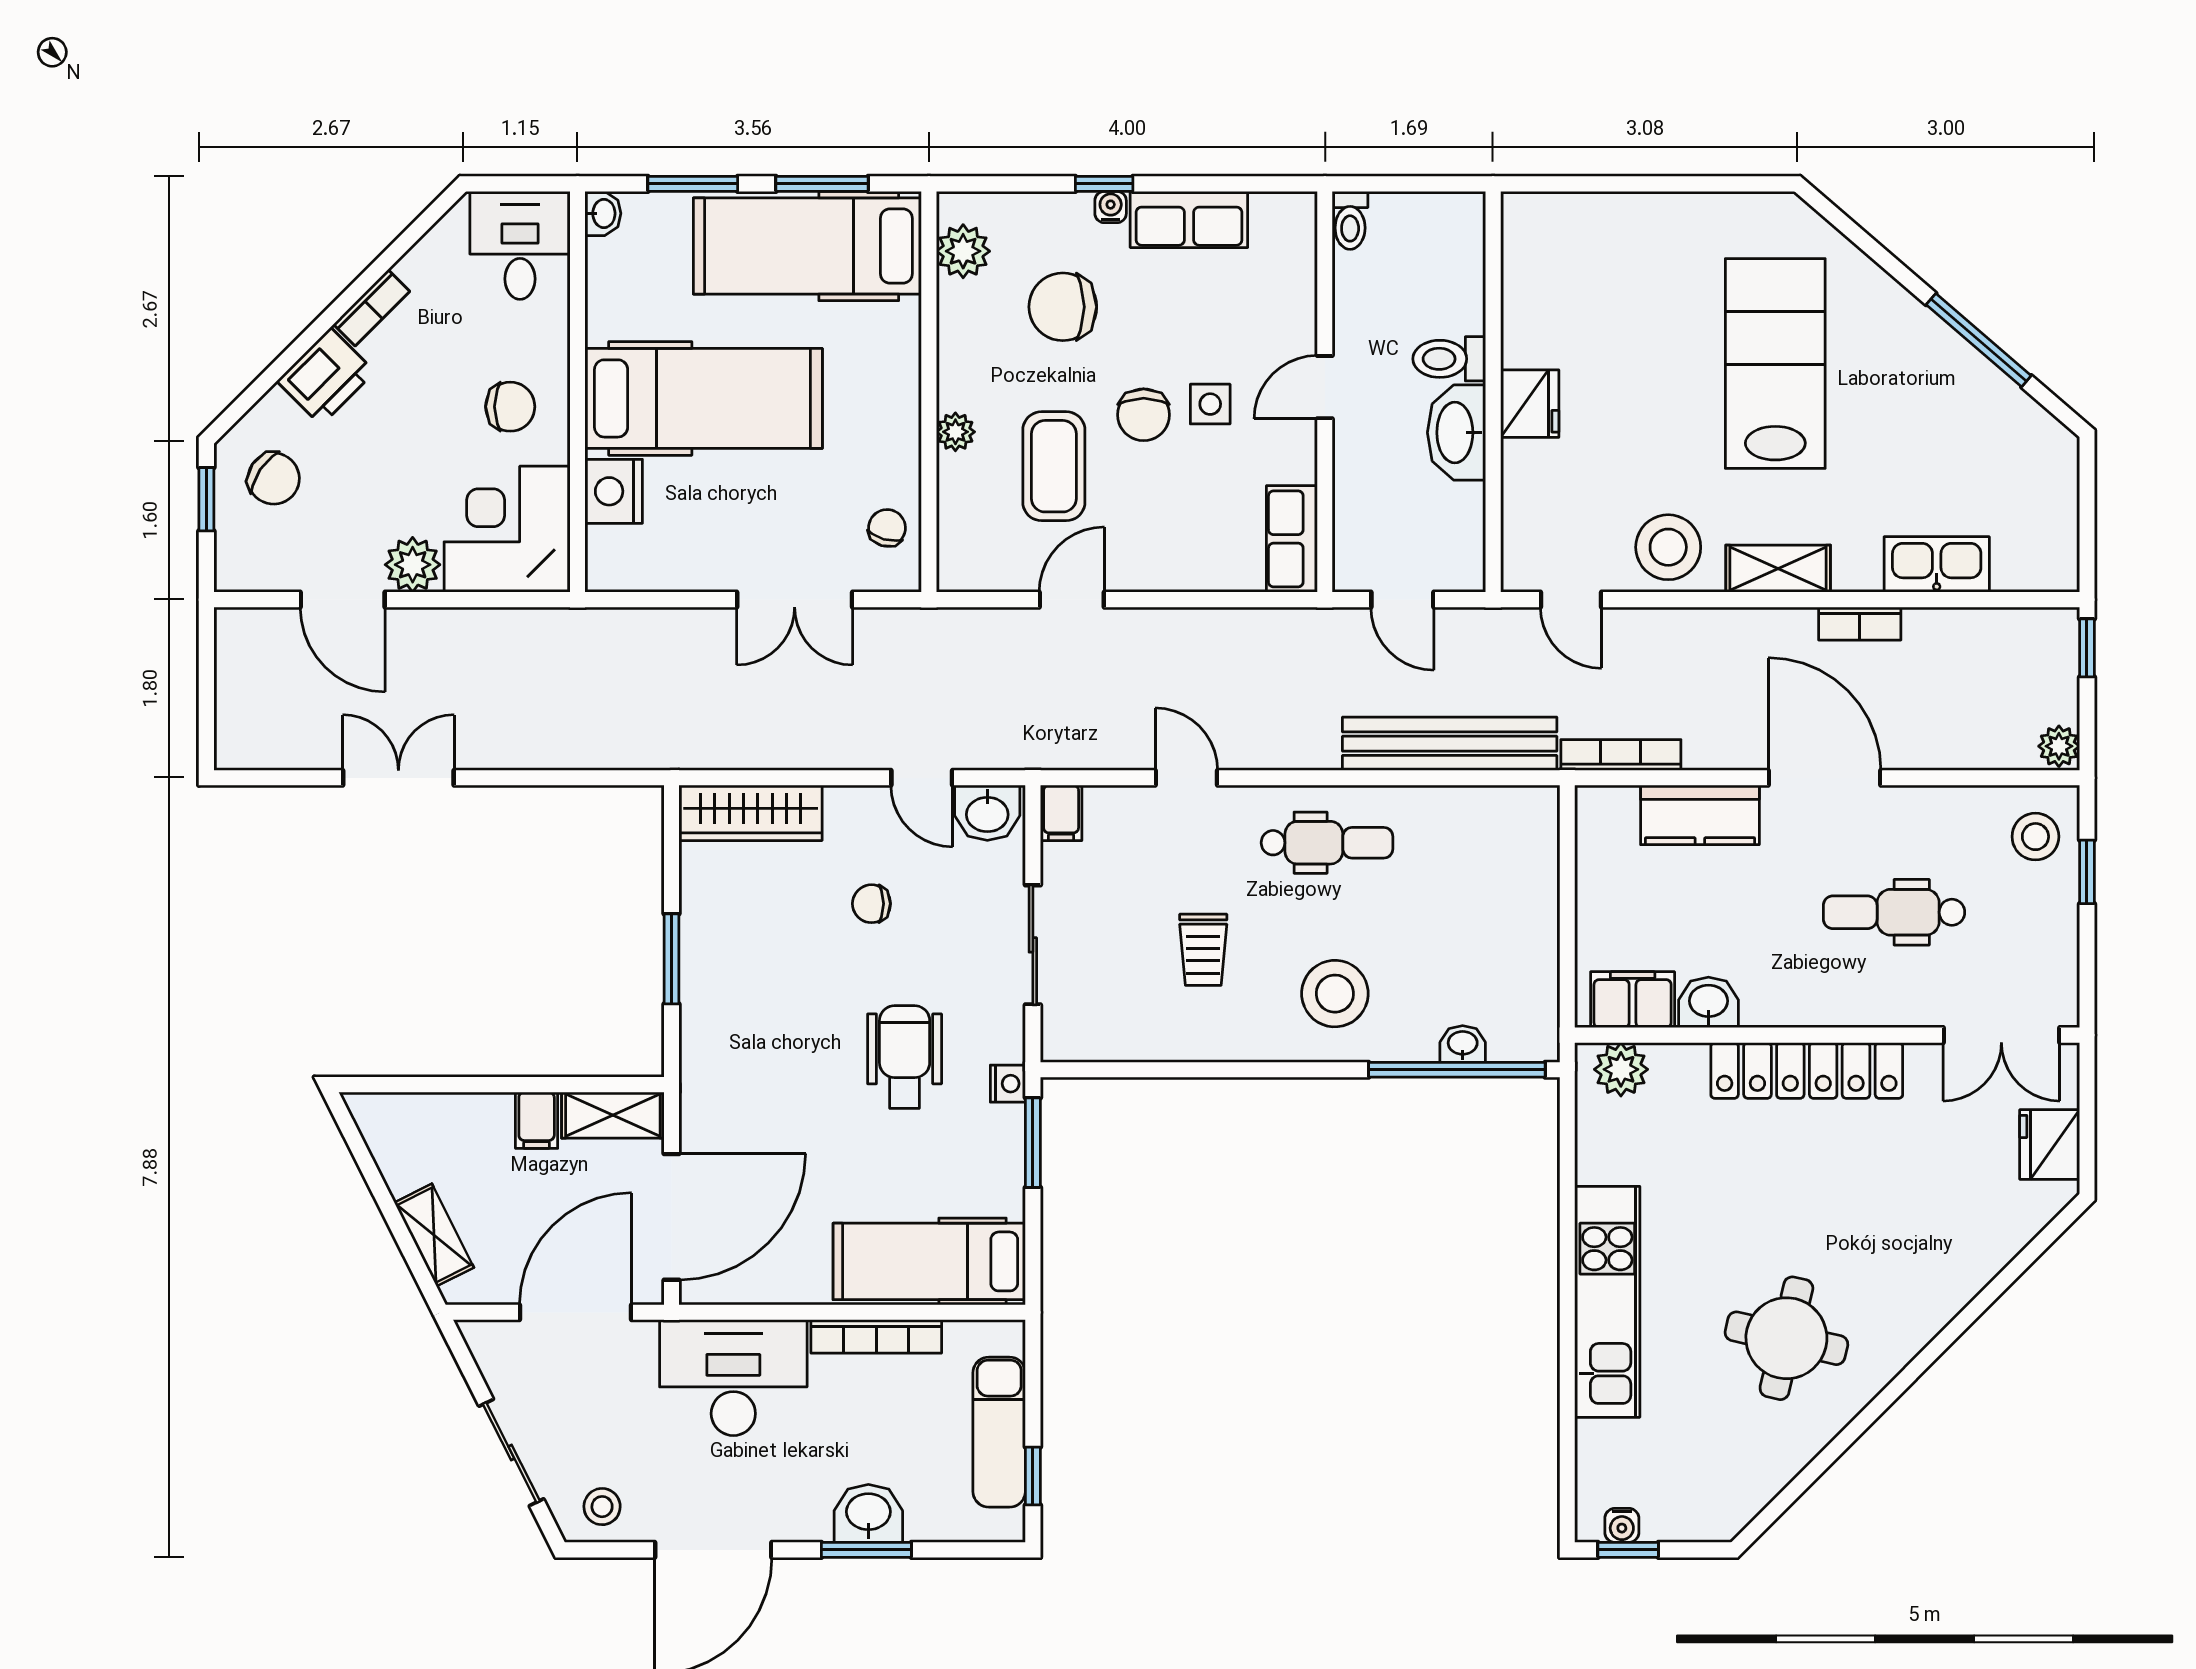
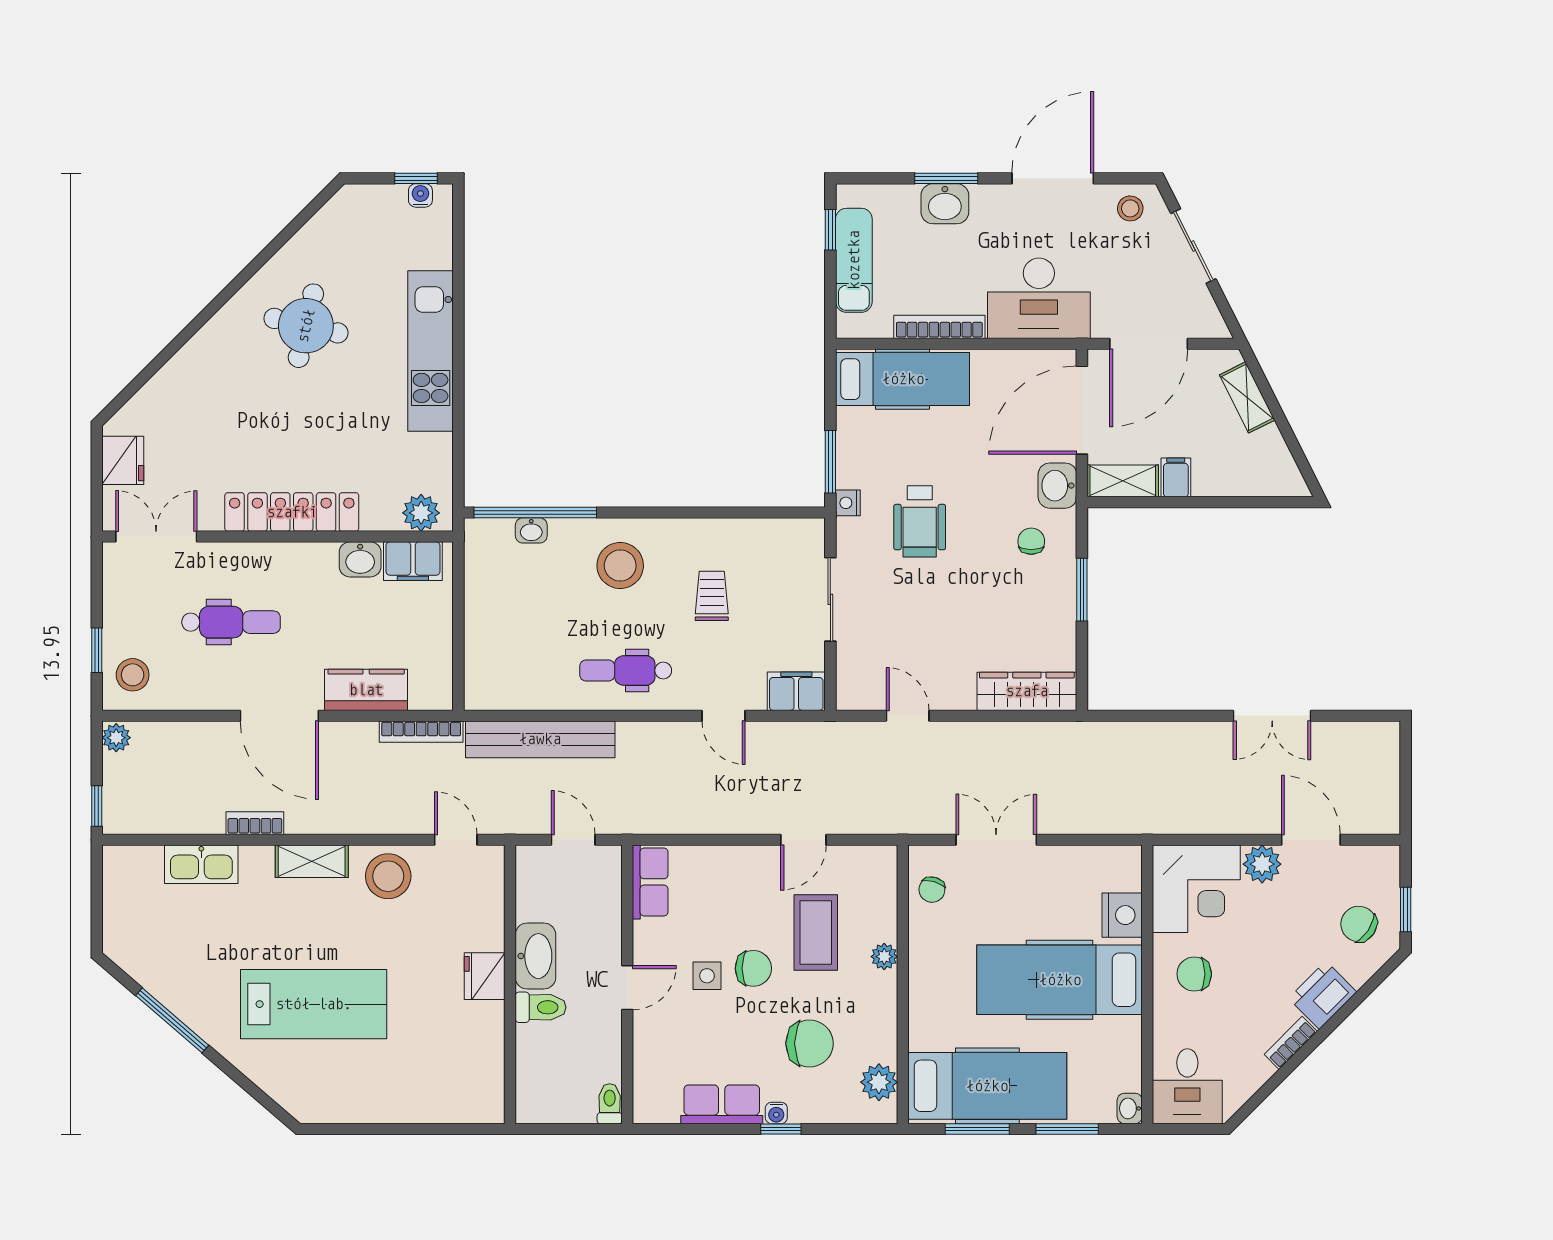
lab bench: (1775, 363) -> (314, 1004), turned -90
chair: (1144, 415) -> (753, 968), turned 90
washbasin: (987, 813) -> (1057, 486), moved, turned -90
filing cabinet: (1061, 813) -> (796, 691), width x2.00
chair: (871, 904) -> (1031, 541), moved, turned -90

